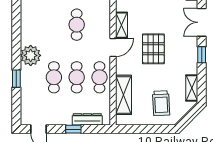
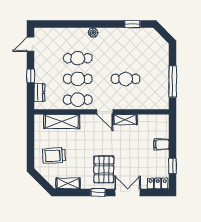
pallet: (153, 49) -> (104, 169), moved, turned 90
plant: (31, 55) -> (93, 33), width x0.53, depth x0.53
window: (16, 79) -> (132, 24), moved
dresser: (87, 119) -> (39, 93), width x0.70

